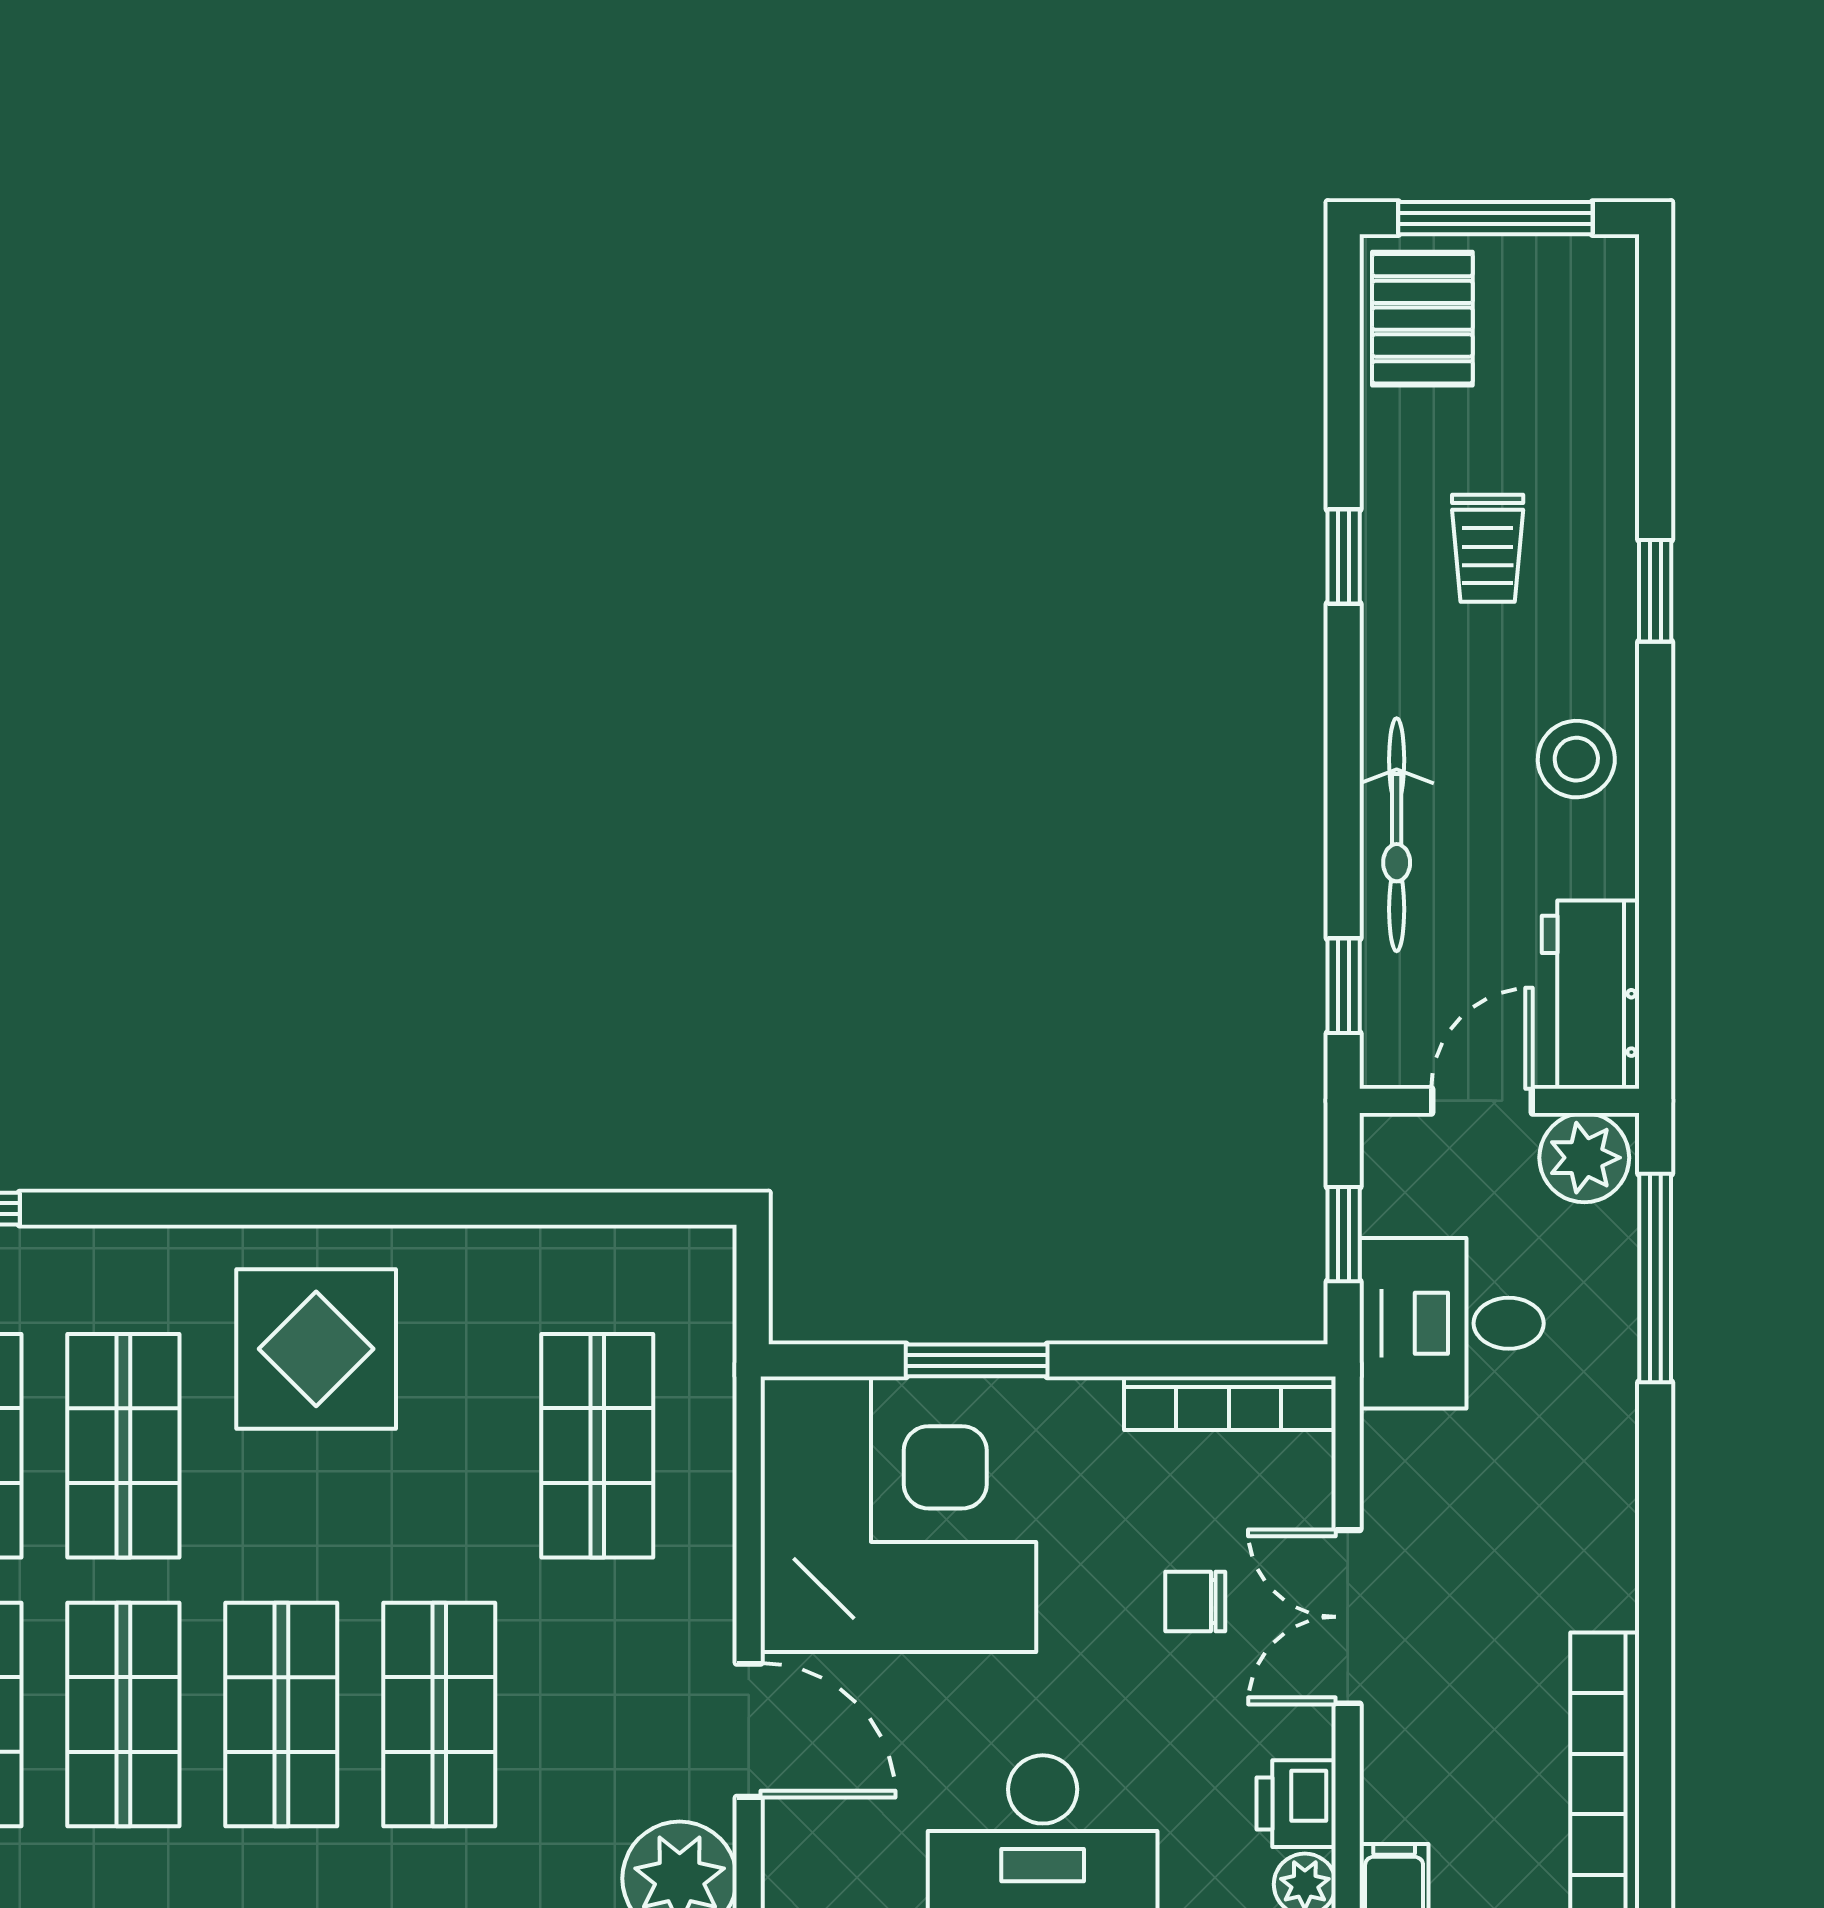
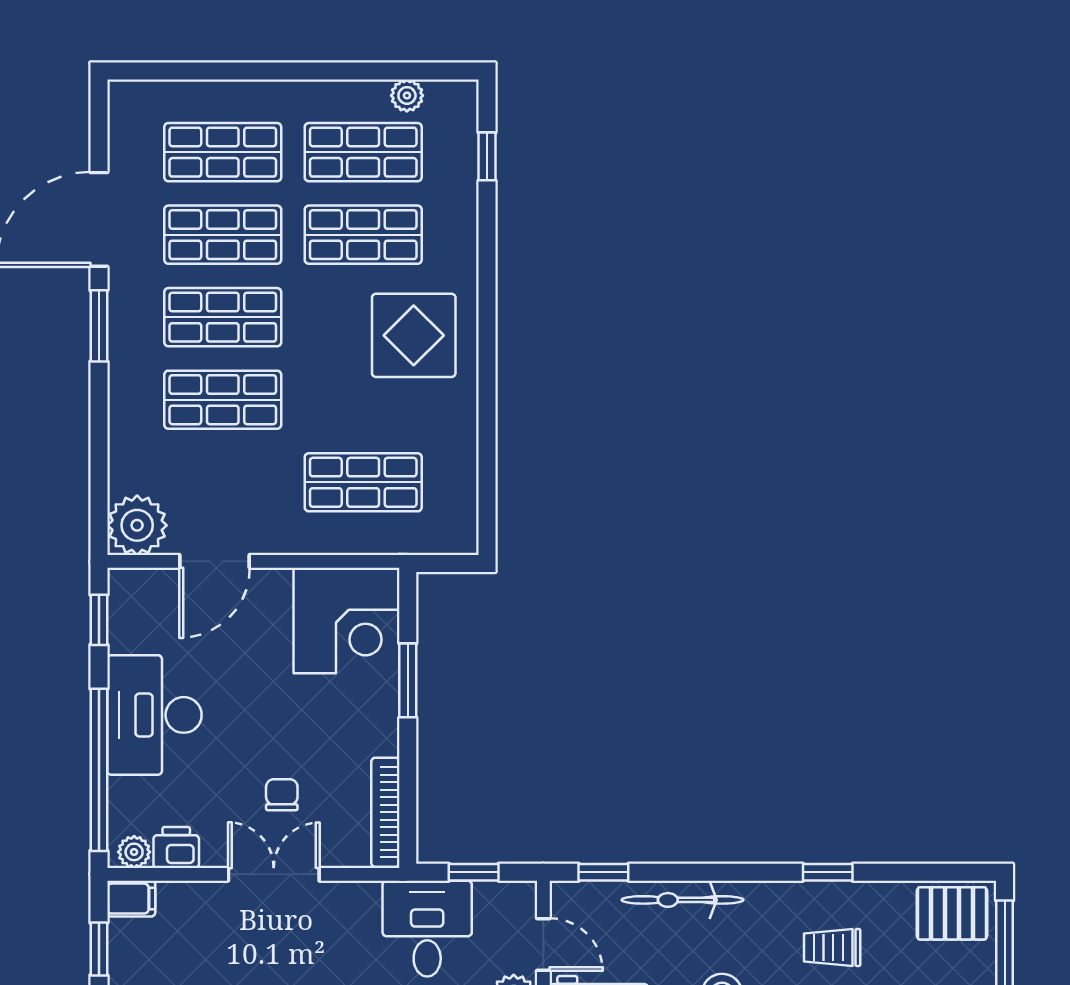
corner desk: (898, 1514) -> (346, 621), width x0.74, depth x0.74

